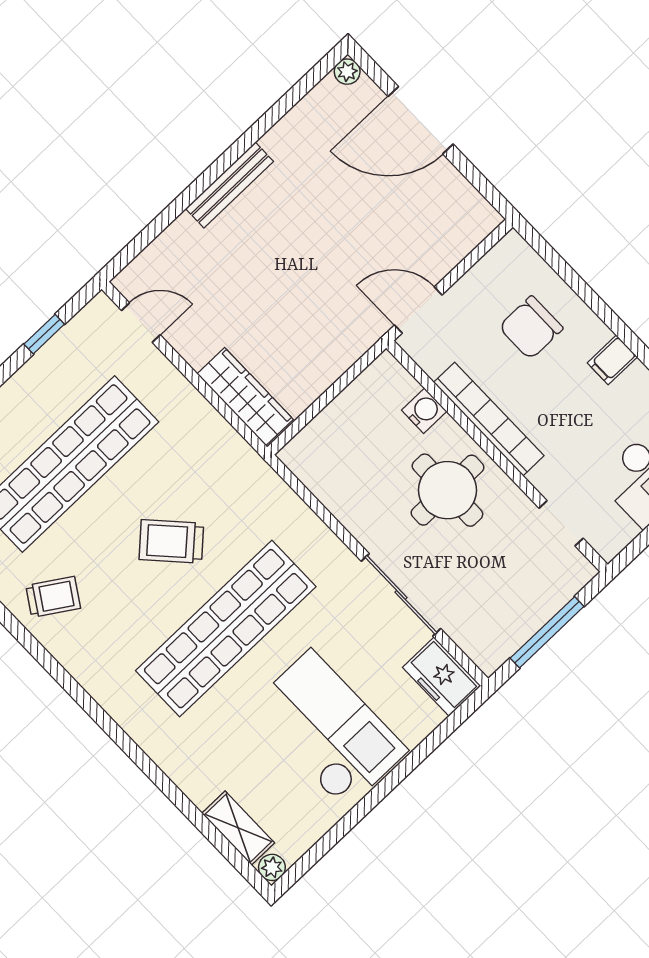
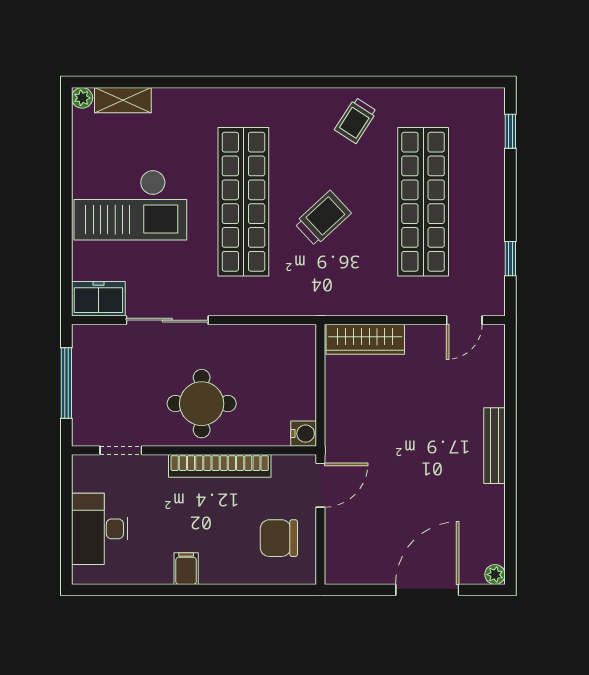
chair: (531, 328) -> (279, 538), moved, turned -90
water cooler: (424, 411) -> (304, 434), moved, turned -90

